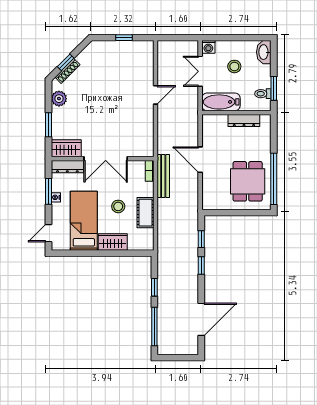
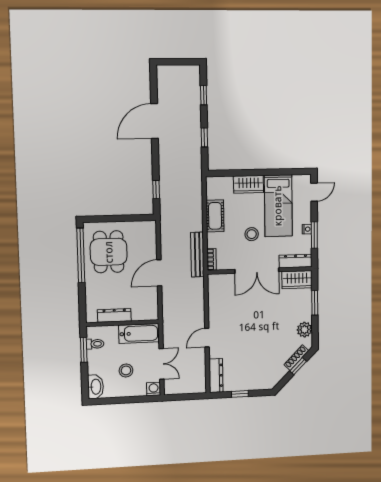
dresser: (147, 57) -> (216, 376), added
double door: (106, 159) -> (257, 271), swing flipped
door: (200, 160) -> (159, 273), swing flipped
stool: (118, 206) -> (252, 234), moved
window: (201, 265) -> (155, 161), removed
door: (201, 319) -> (154, 121), moved
window: (154, 327) -> (204, 95), width x0.46

